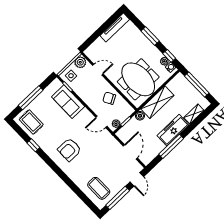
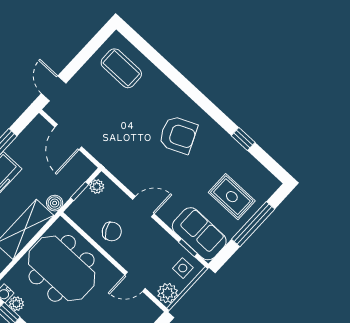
sofa: (68, 102) -> (199, 234), moved
rug: (31, 122) -> (232, 197), moved
door: (101, 122) -> (143, 207), moved
armchair: (69, 150) -> (178, 135), turned 66
window: (118, 198) -> (86, 53), removed

